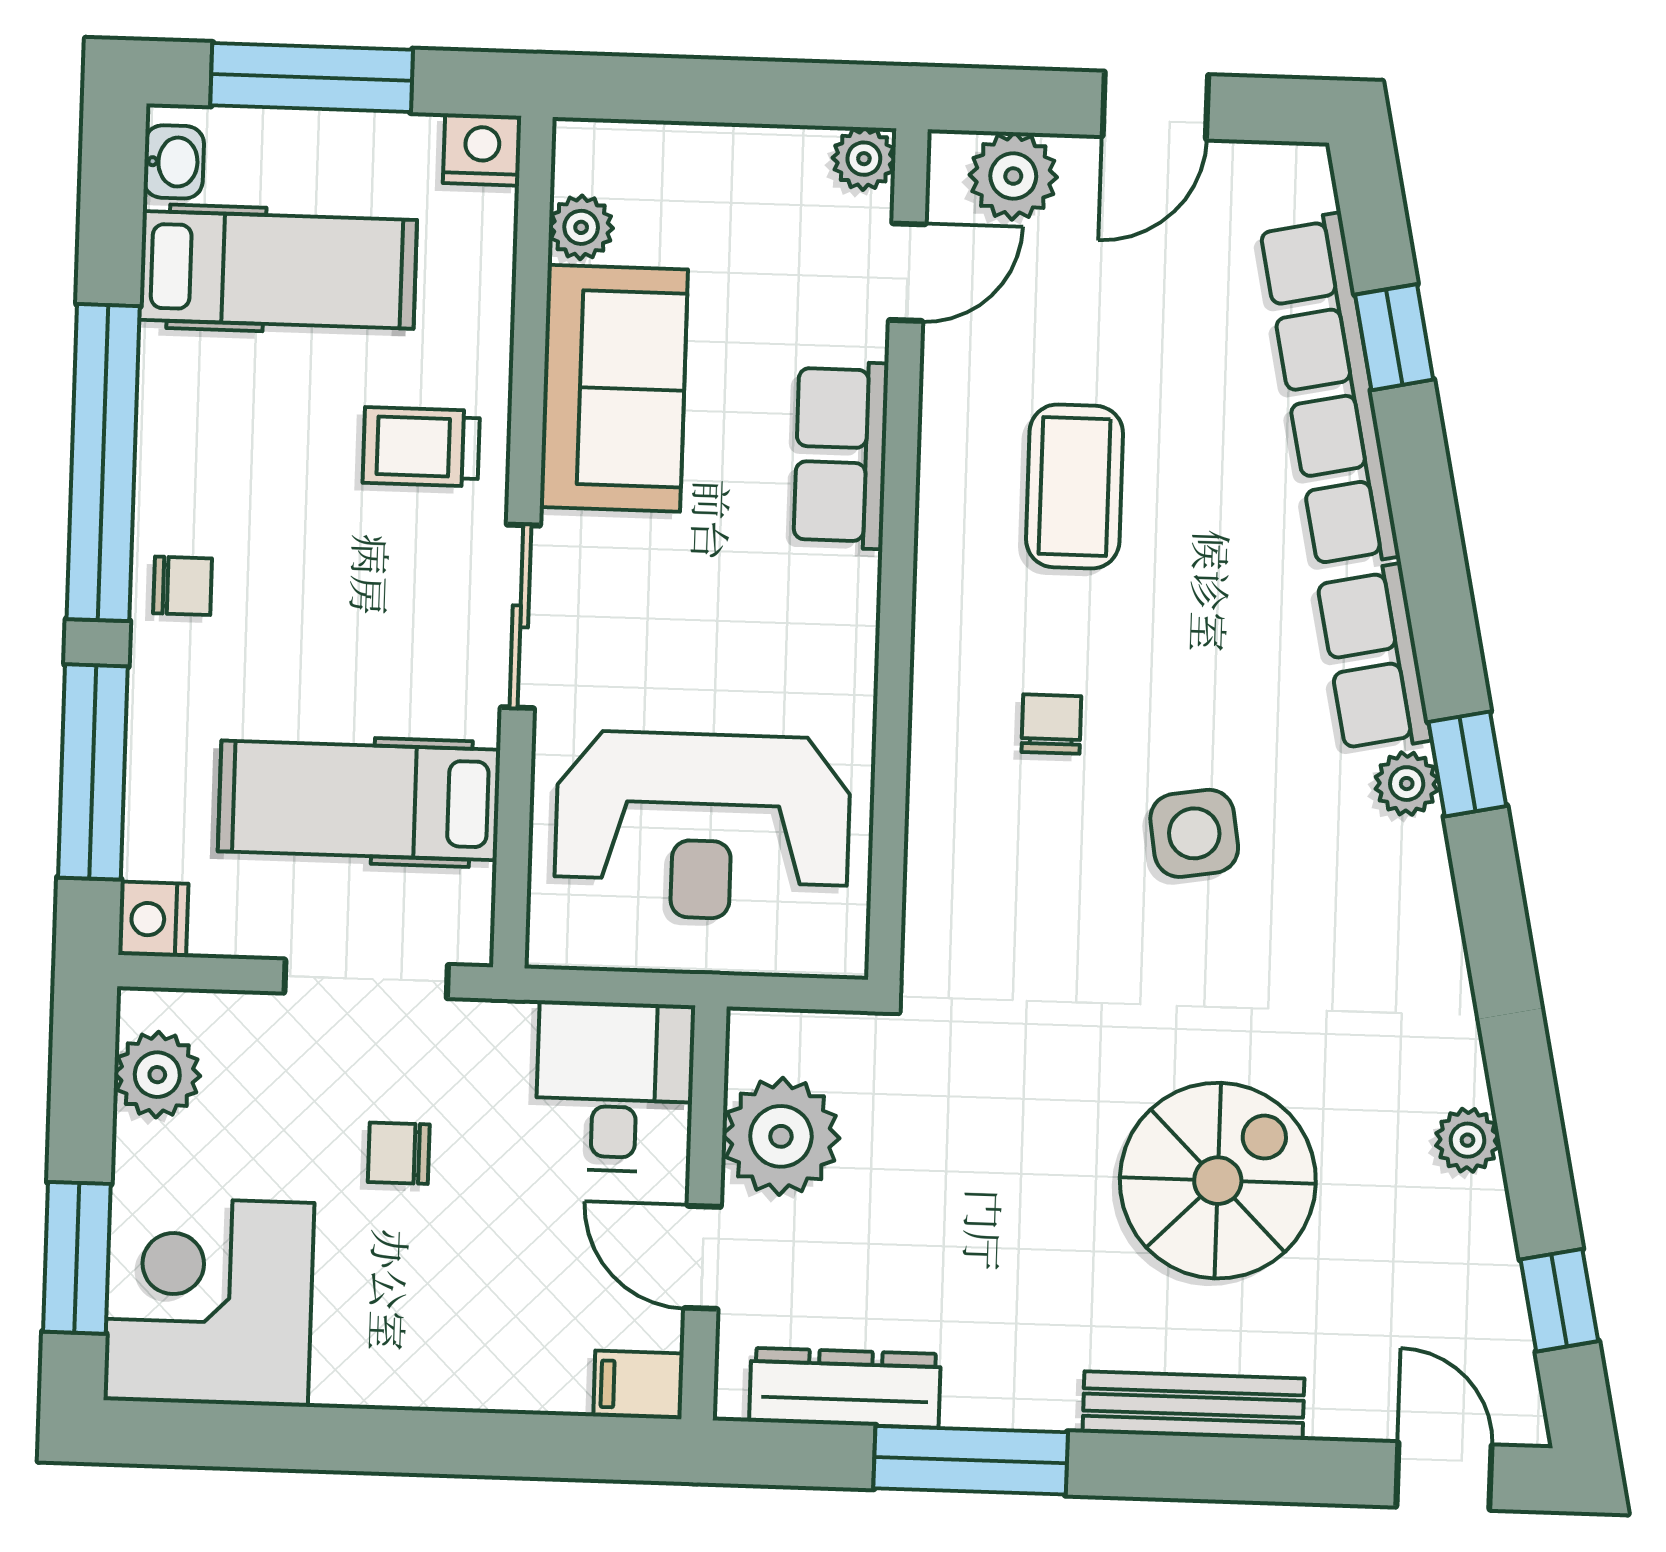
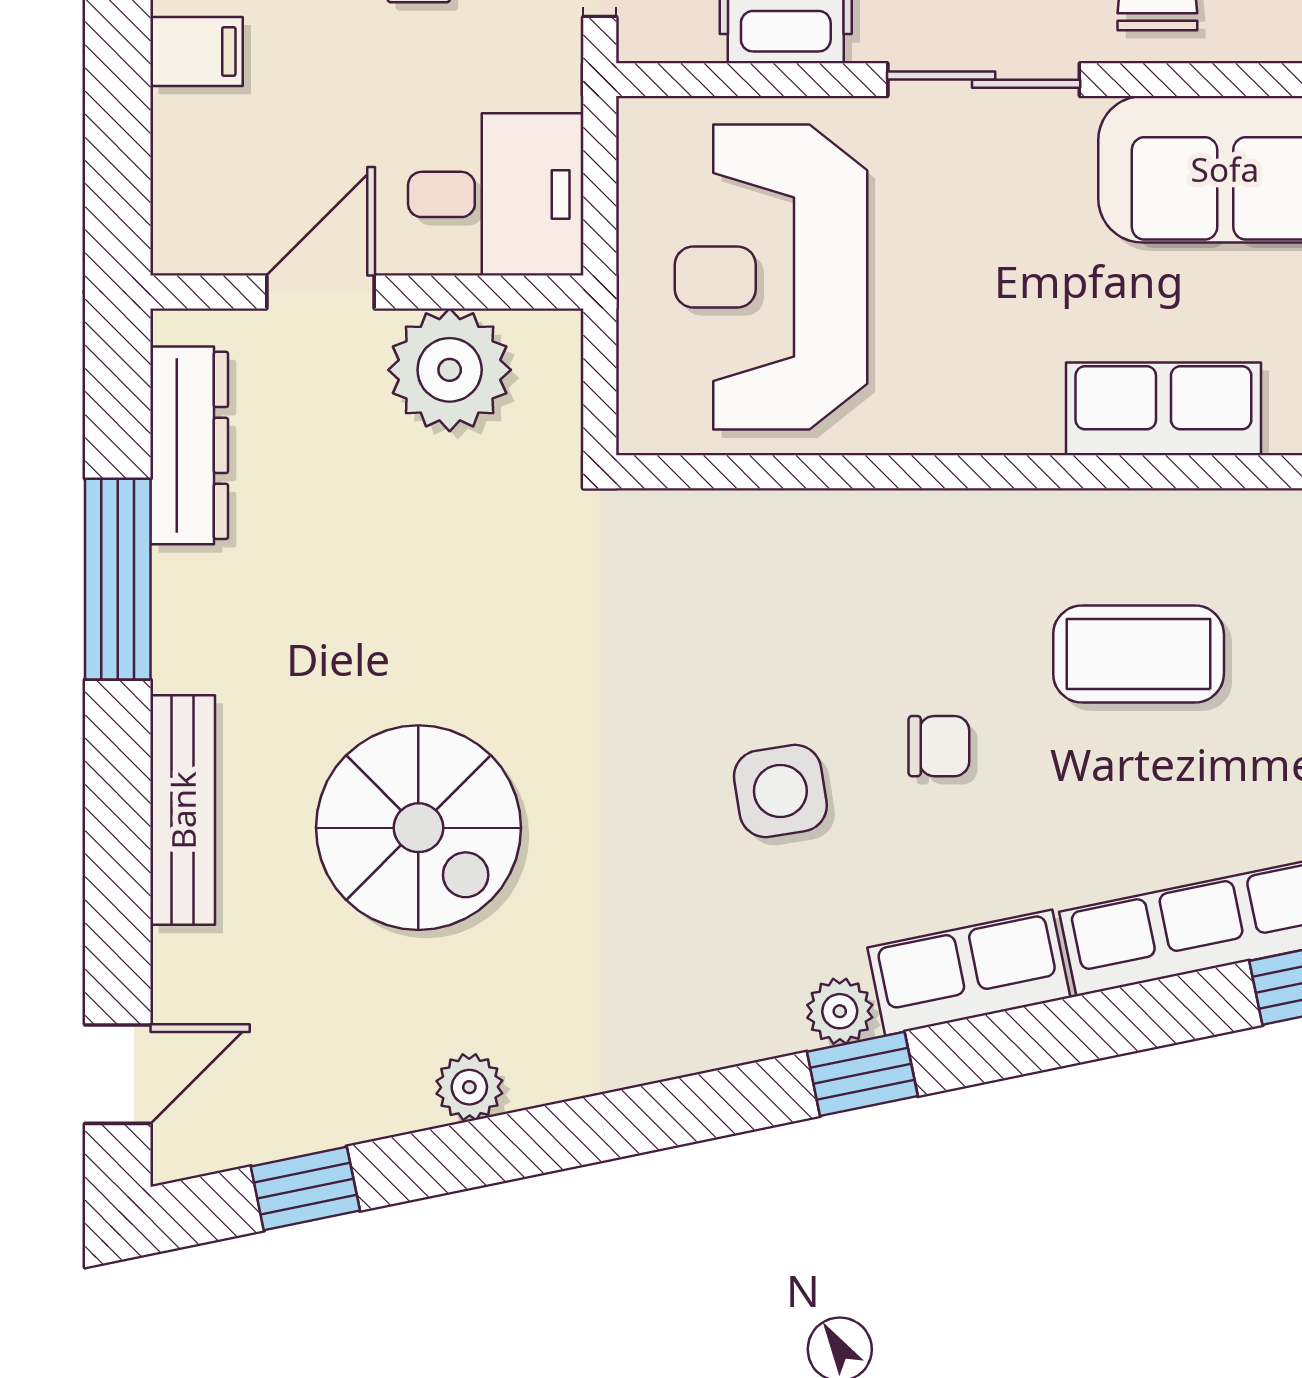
chair: (1051, 724) -> (939, 746), moved
filing cabinet: (638, 1385) -> (197, 51), moved, turned 90

